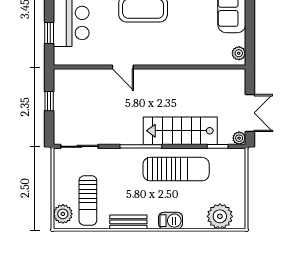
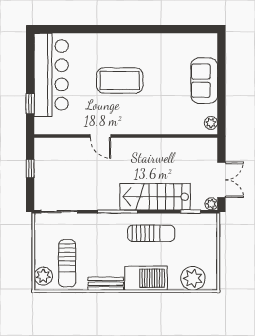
sun lounger: (176, 169) -> (151, 233), width x0.73, depth x0.75
barbecue: (170, 221) -> (146, 278), width x1.88, depth x1.53

